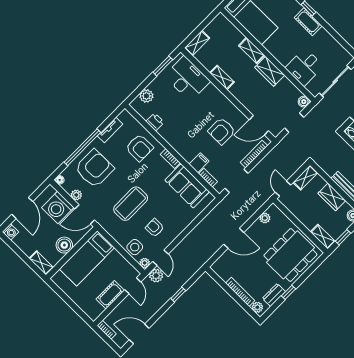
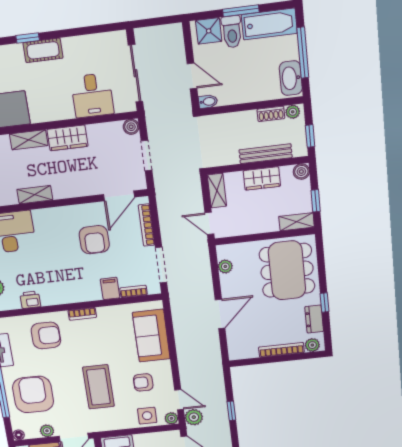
sofa: (187, 186) -> (151, 336), moved, turned 90

